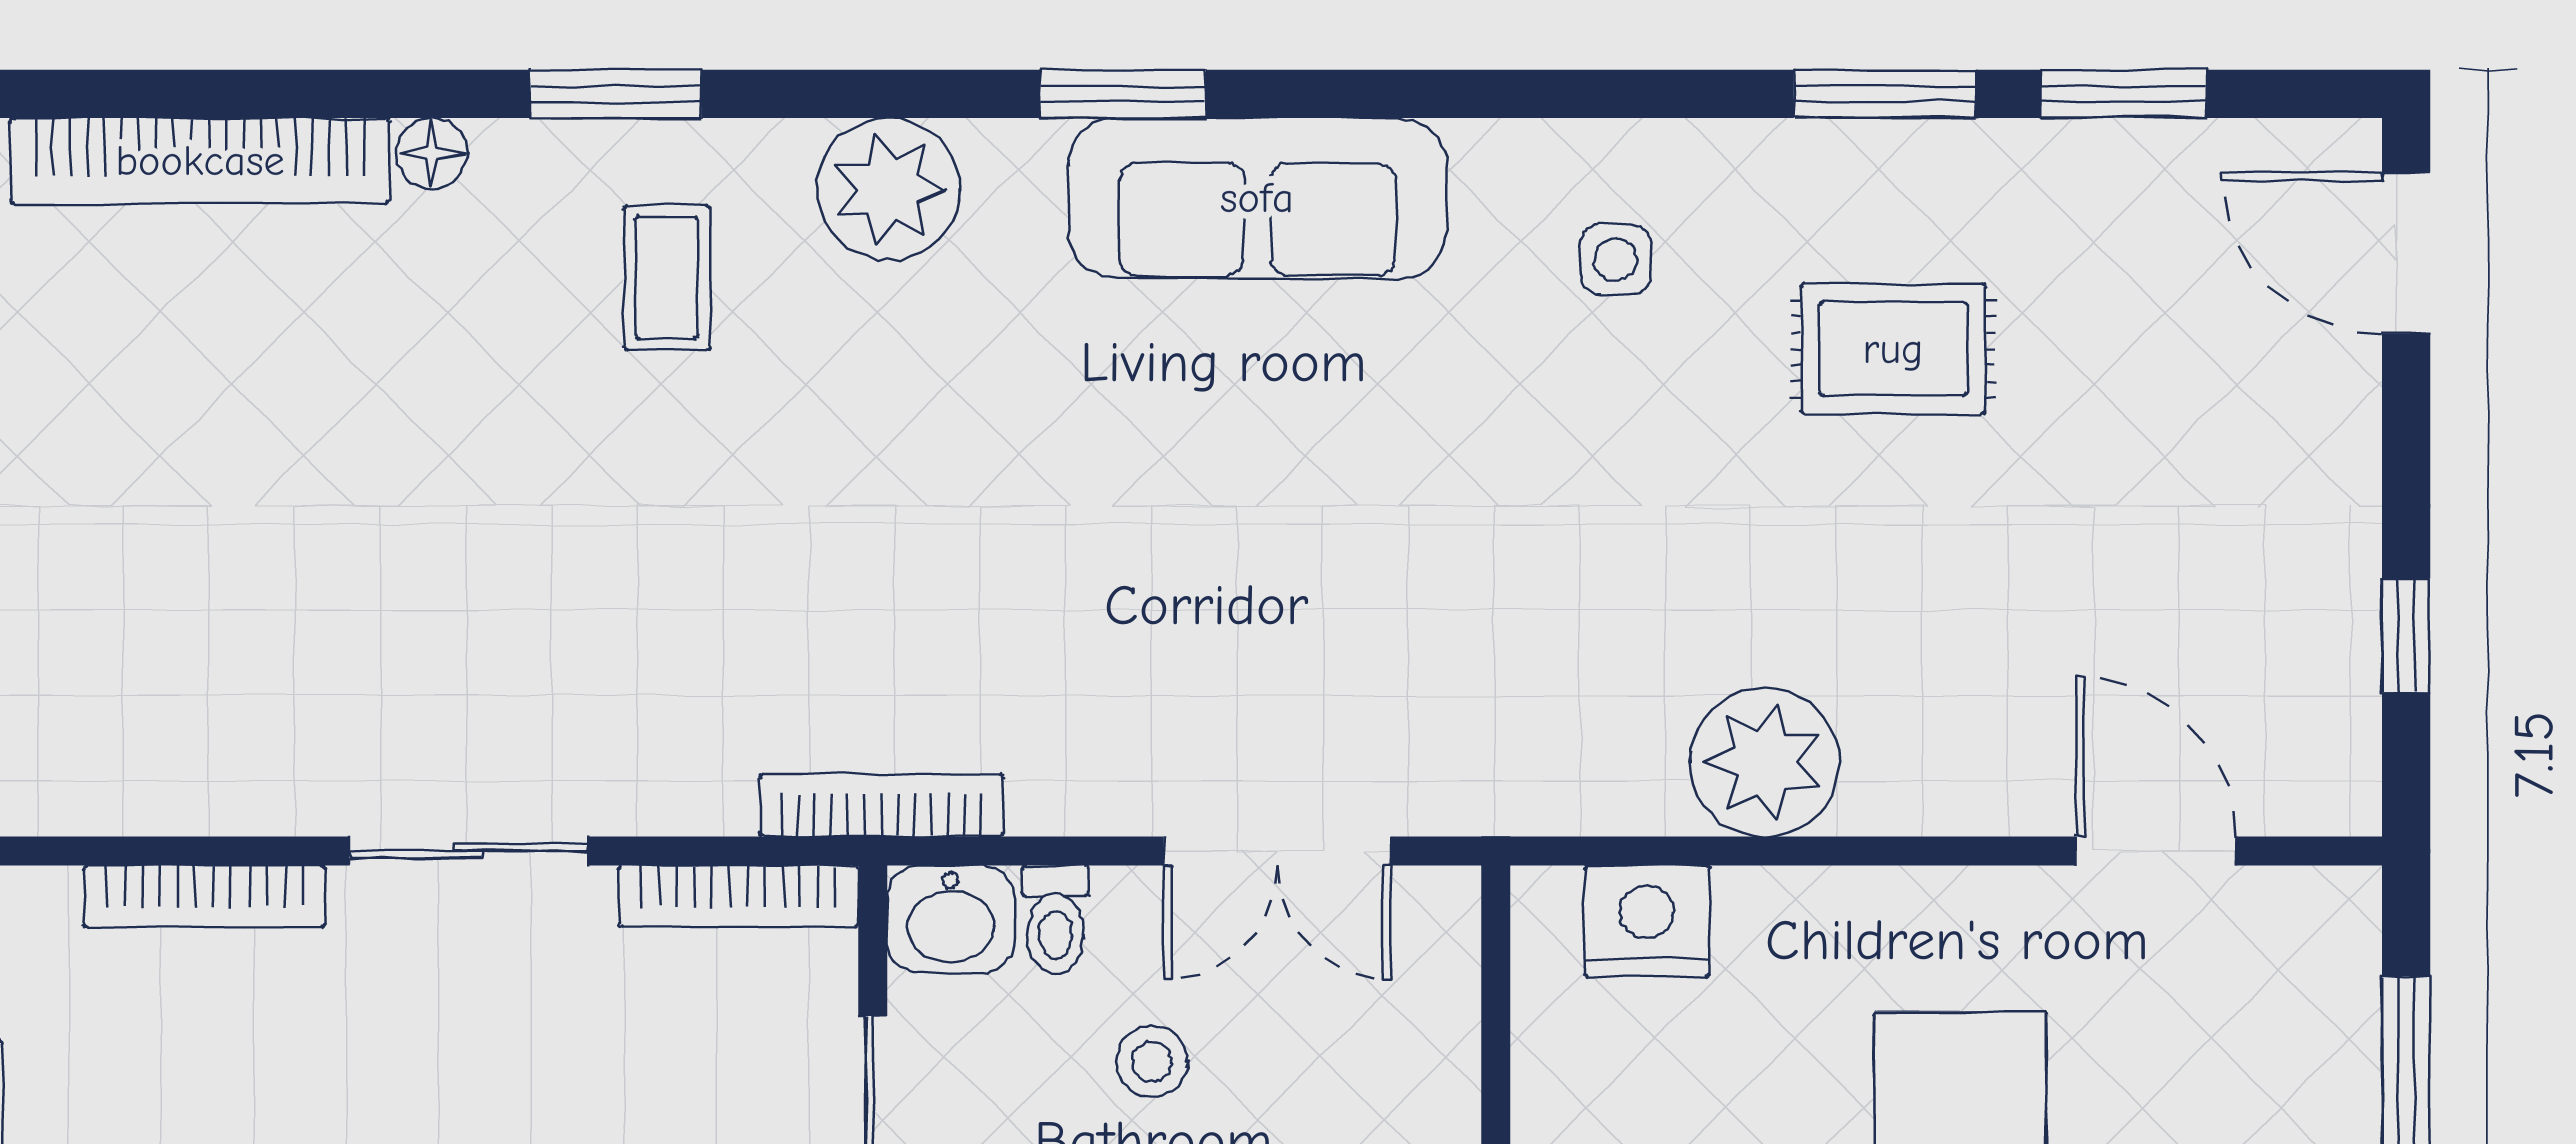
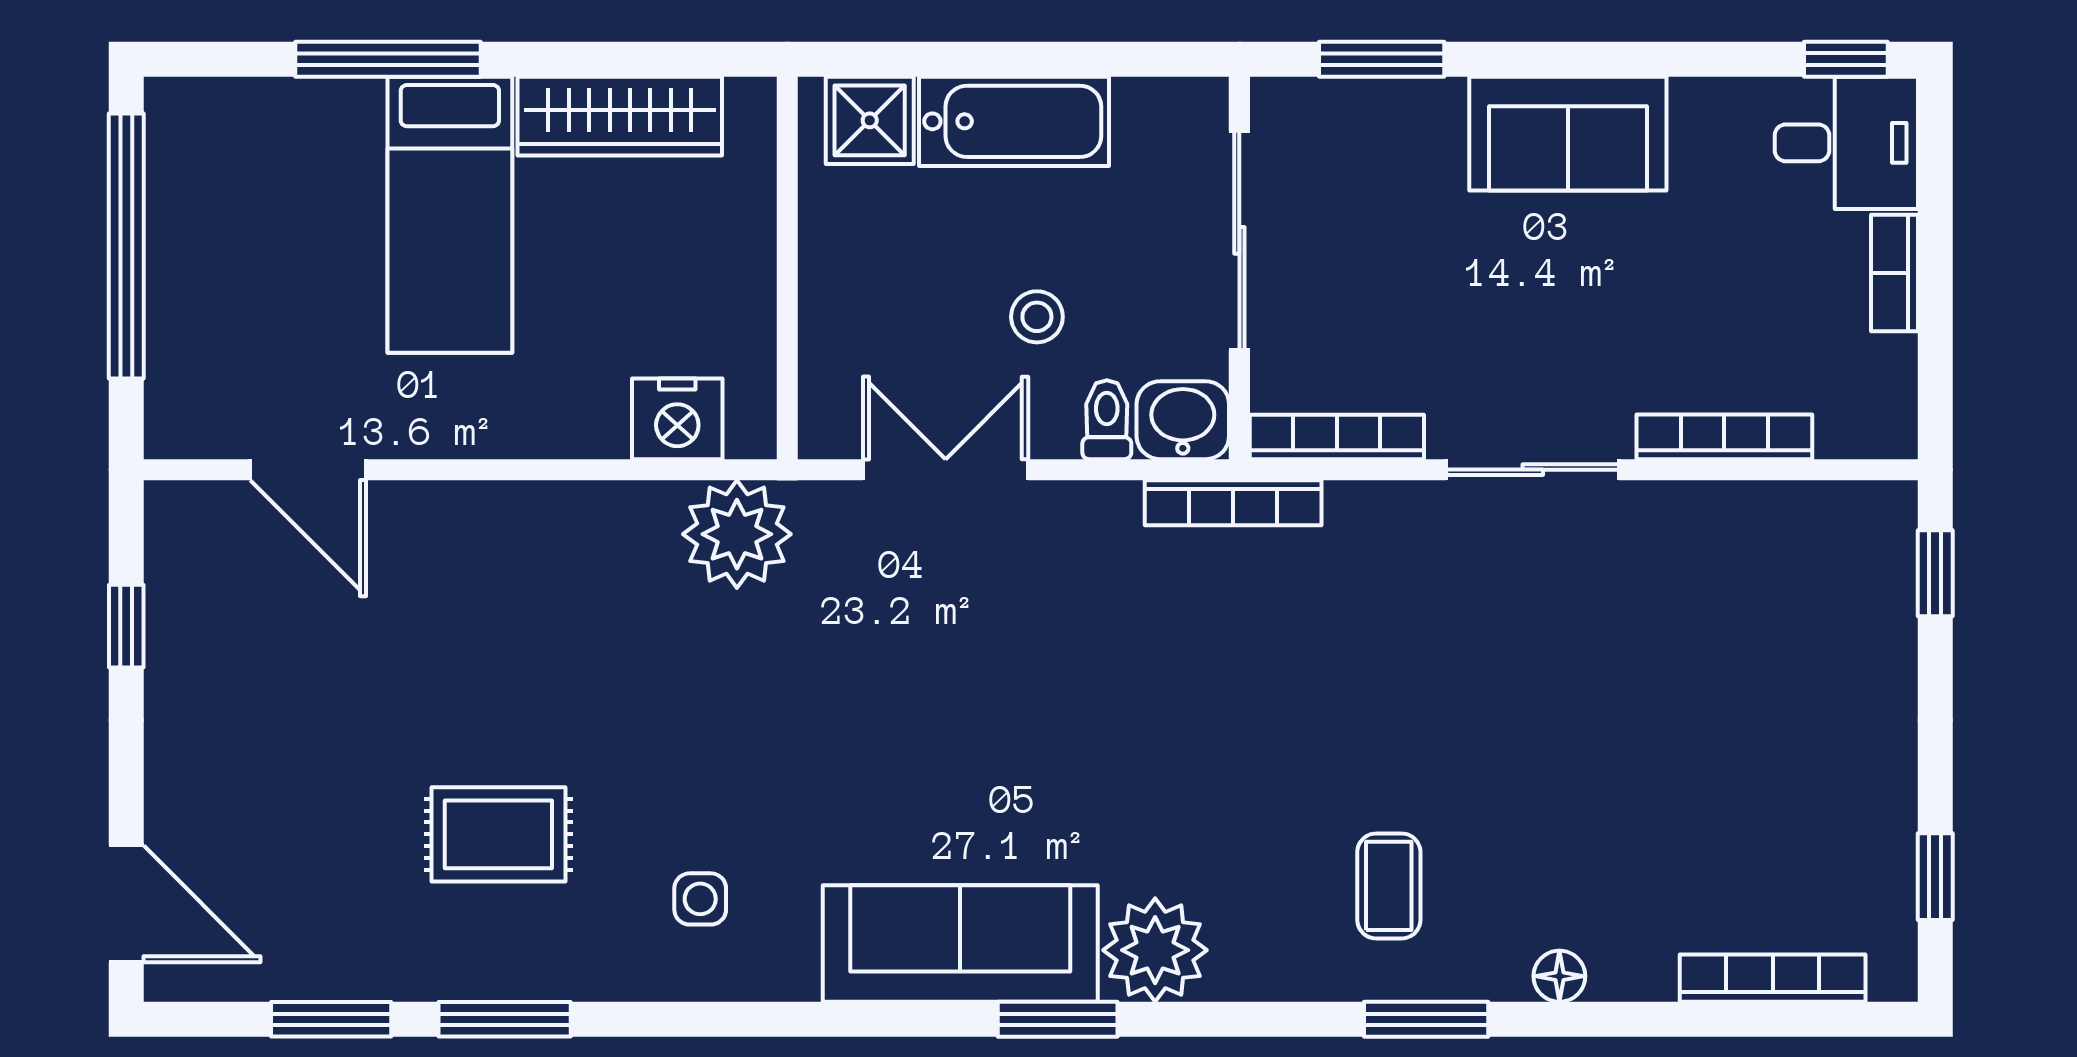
bookcase: (200, 161) -> (1773, 978), width x0.68, depth x0.76
plant: (888, 189) -> (1155, 950), moved
plant: (1765, 762) -> (737, 534), moved

